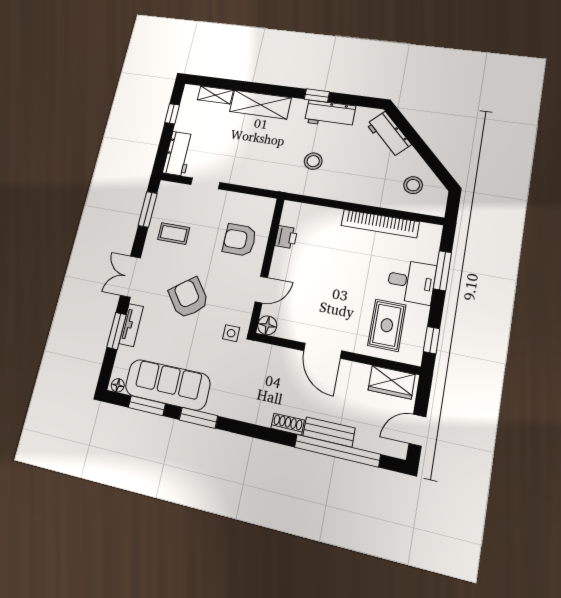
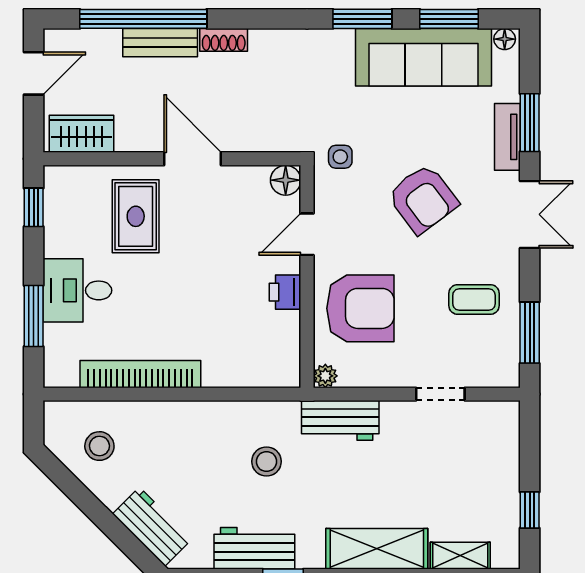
workbench: (178, 154) -> (340, 420), moved, turned -90
plant: (269, 204) -> (325, 376), added
printer: (286, 237) -> (285, 292), moved
armchair: (239, 240) -> (360, 308), width x1.36, depth x1.36
rug: (387, 325) -> (136, 216), moved

